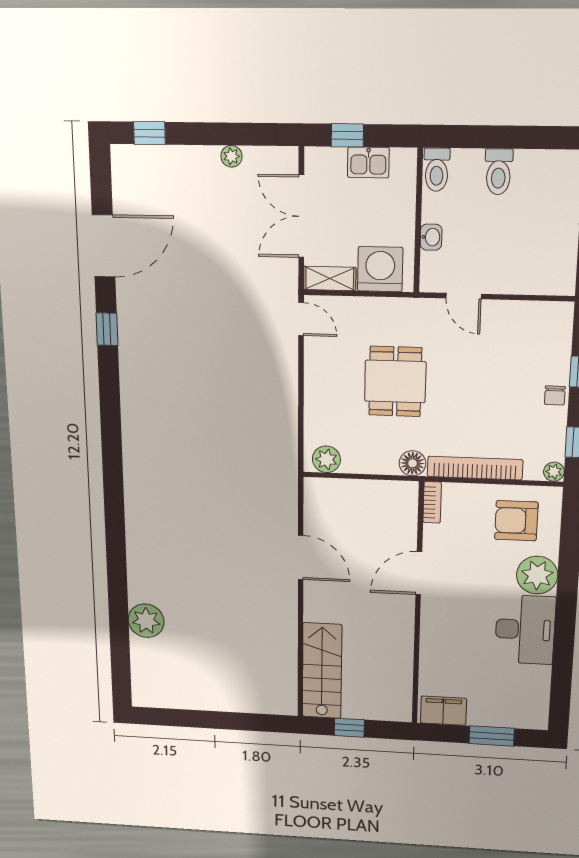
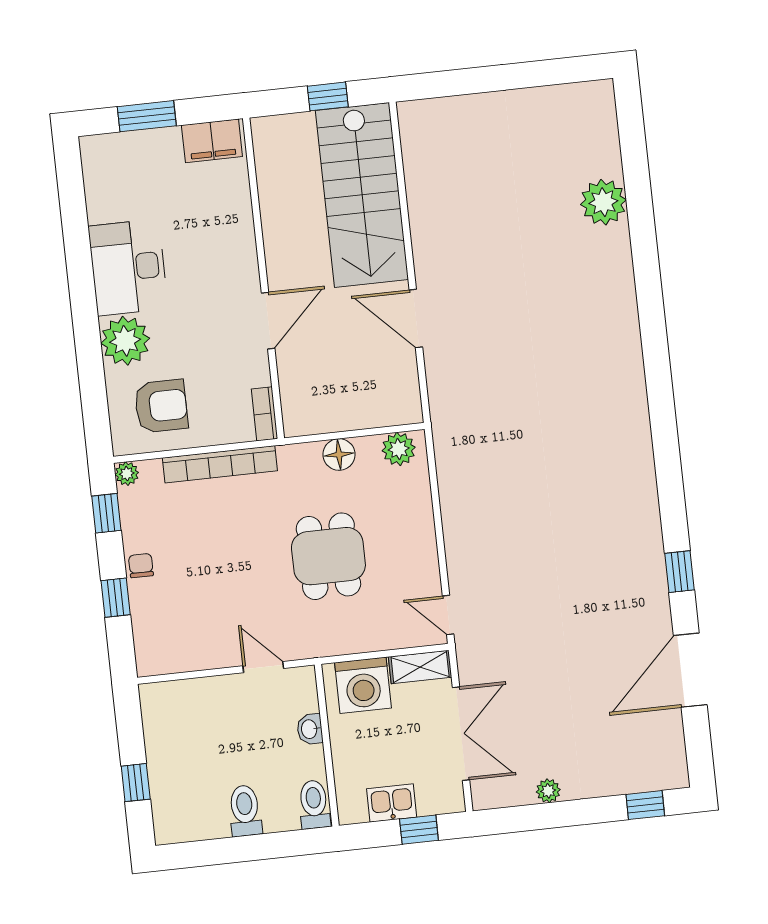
floor lamp: (413, 463) -> (339, 454), moved
stairs: (322, 671) -> (362, 195), width x1.36, depth x1.51

